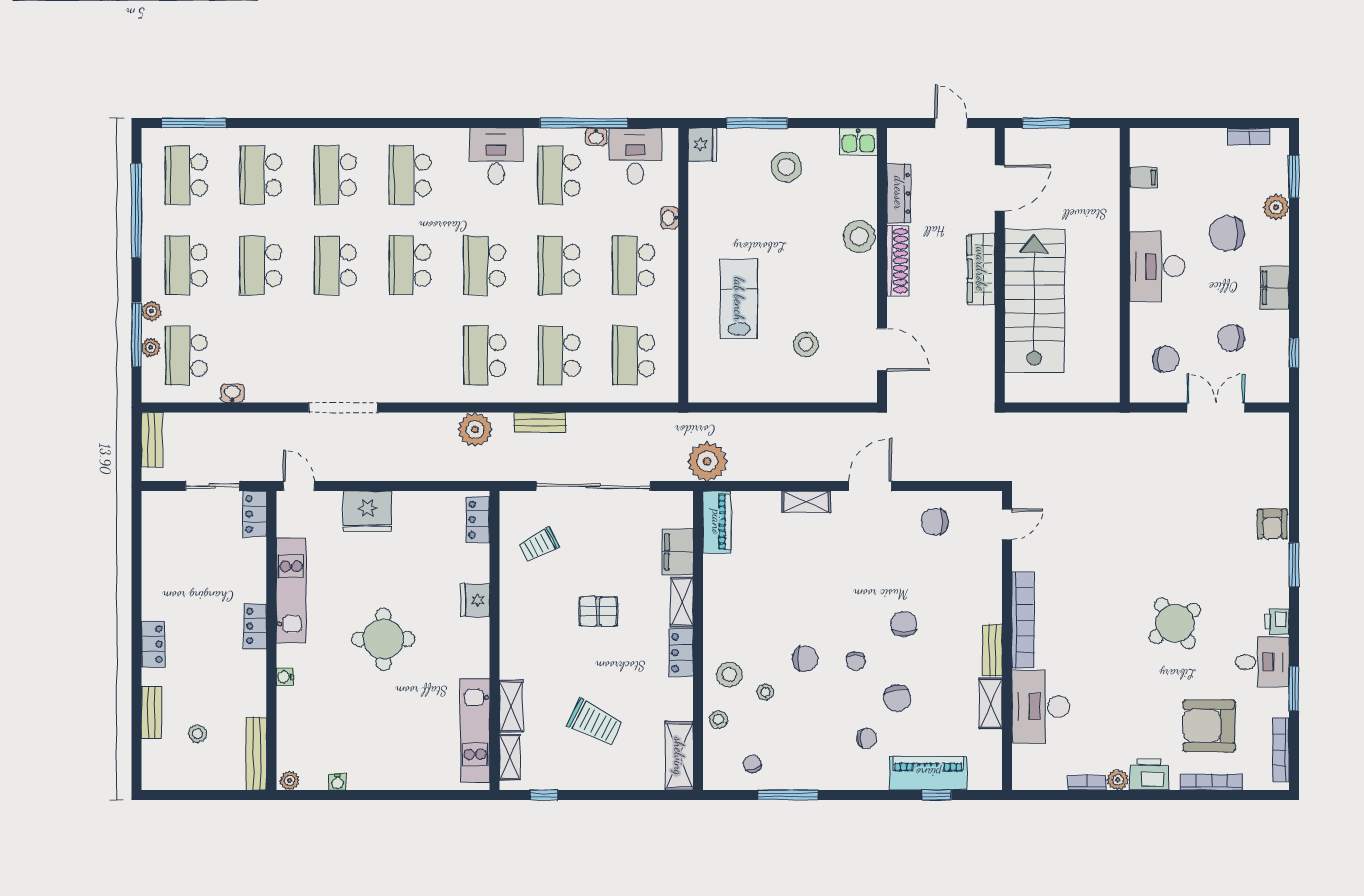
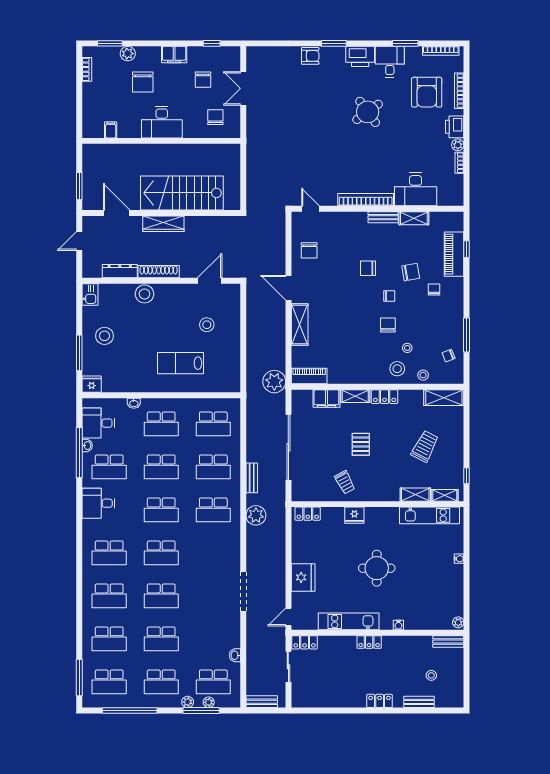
shelving: (806, 502) -> (300, 325), width x1.50, depth x1.33
trolley: (539, 545) -> (345, 482), moved
printer: (1277, 622) -> (360, 56), width x1.87, depth x1.48
bench: (256, 754) -> (448, 641), width x0.73
water cooler: (337, 782) -> (459, 559), moved

